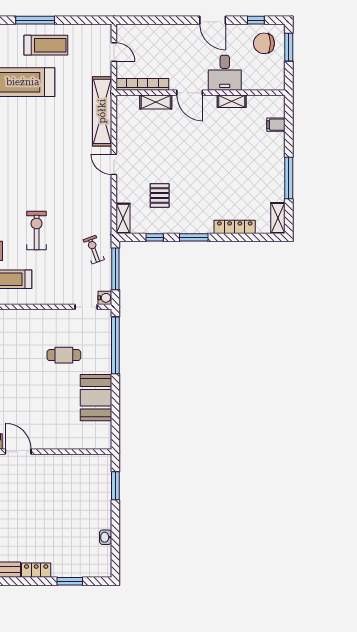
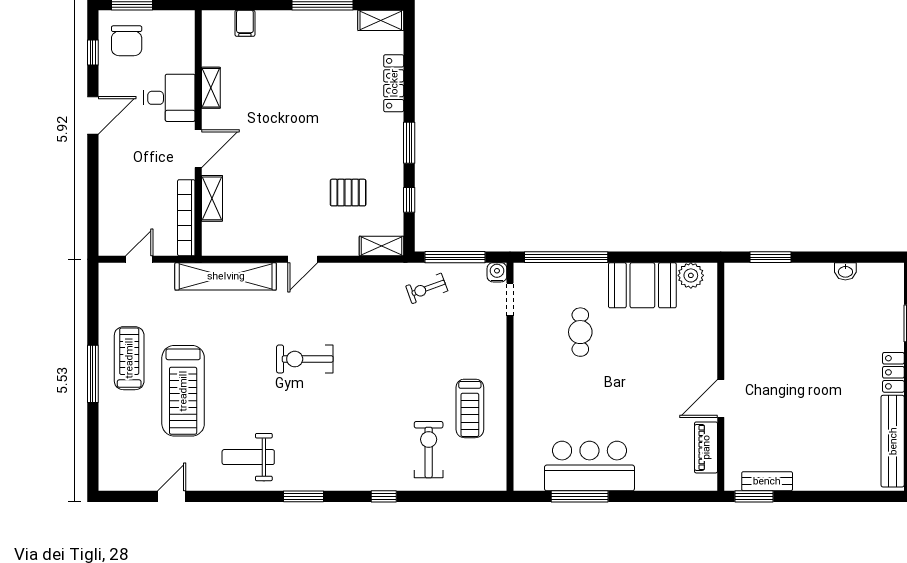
exercise bike: (37, 230) -> (305, 359), moved
plant: (103, 431) -> (691, 275), added

